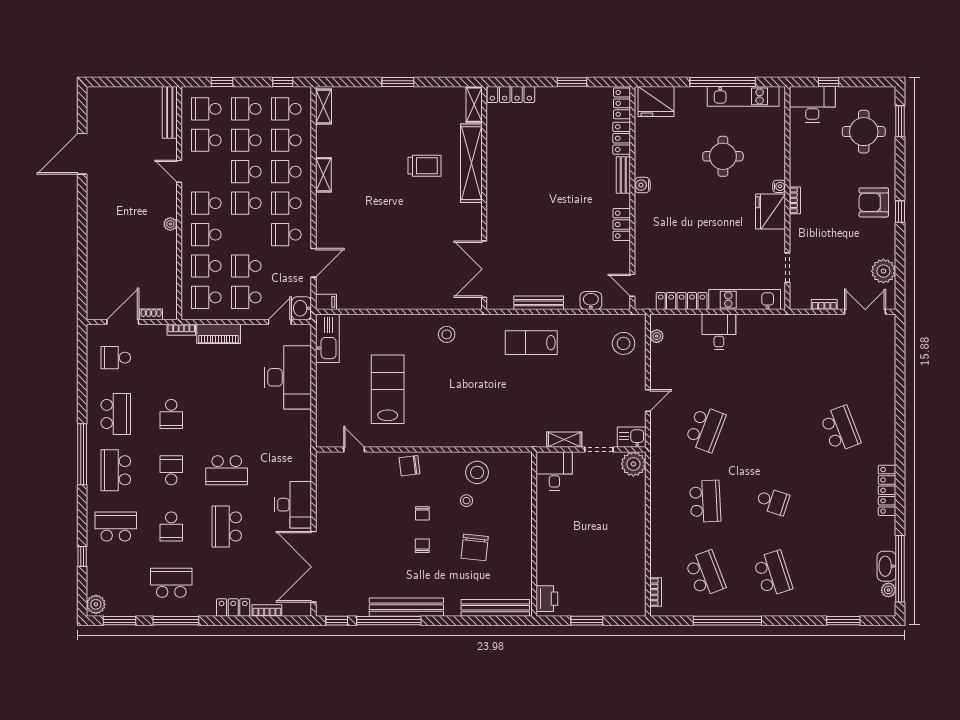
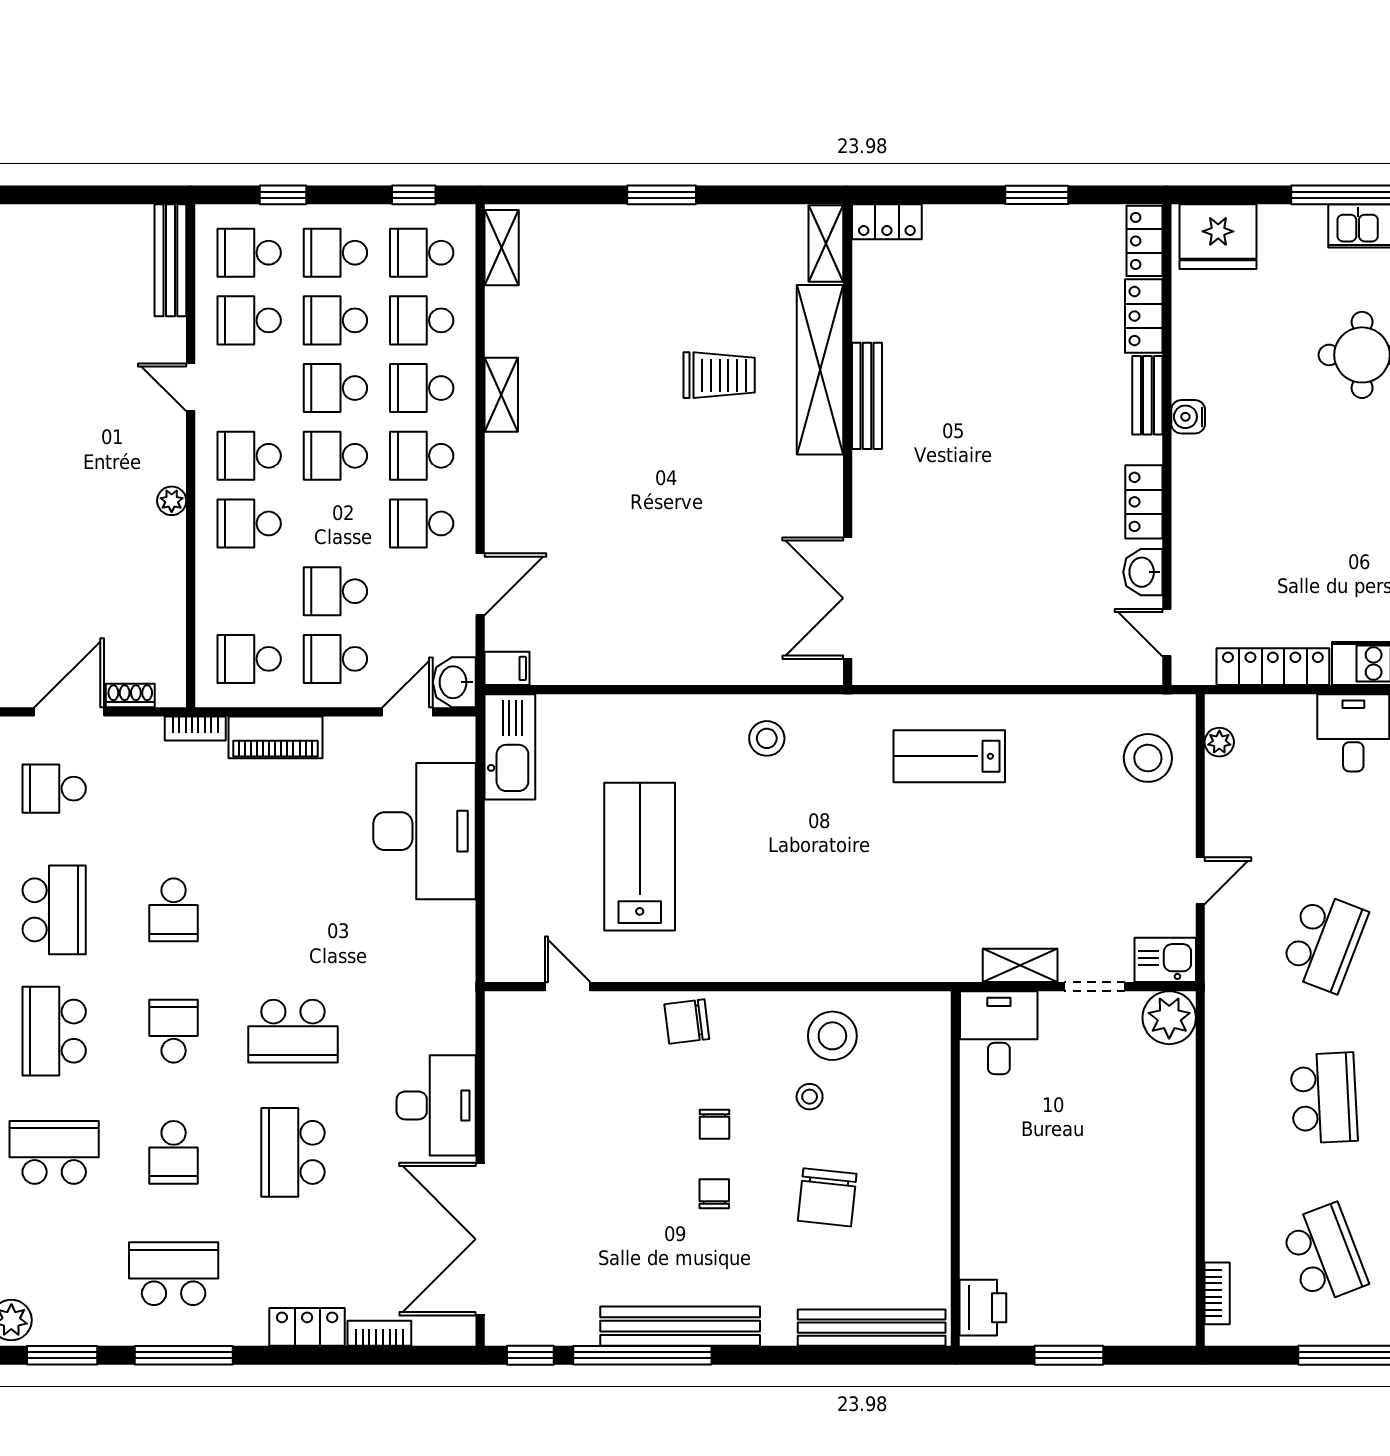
locker: (511, 94) -> (887, 222), width x0.66
school desk: (206, 266) -> (249, 591), removed
washbasin: (591, 301) -> (1143, 572), moved, turned -90
bench: (539, 303) -> (867, 396), moved, turned 90

